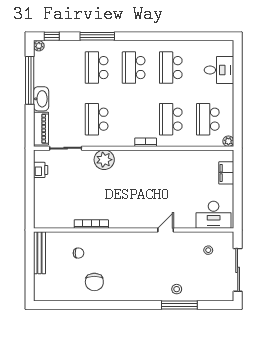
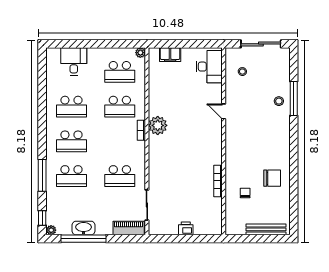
washbasin: (41, 99) -> (84, 228), moved
plant: (104, 160) -> (158, 125), moved
printer: (41, 170) -> (186, 228), moved
bench: (40, 253) -> (266, 229), moved

